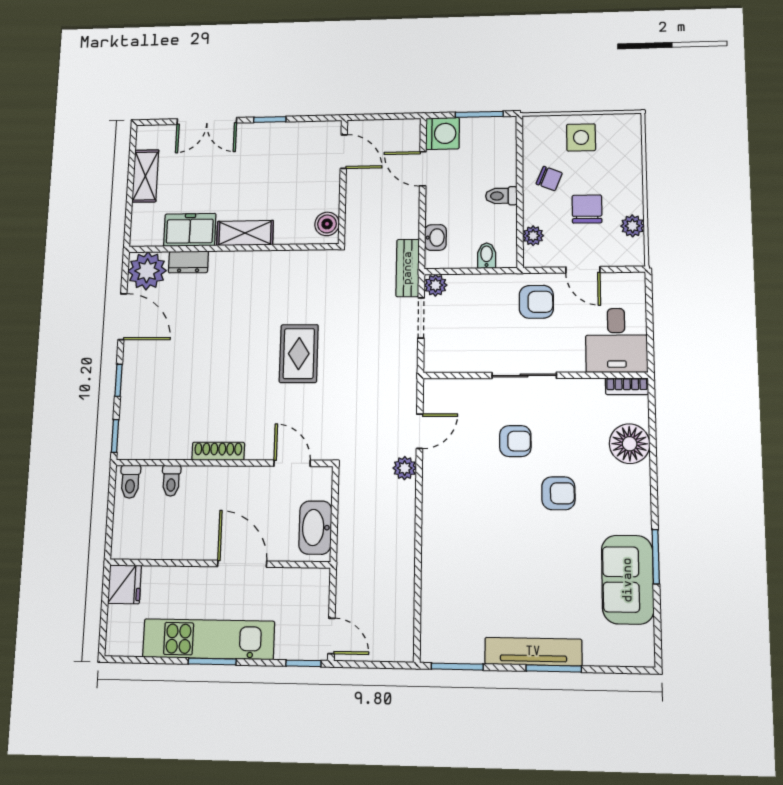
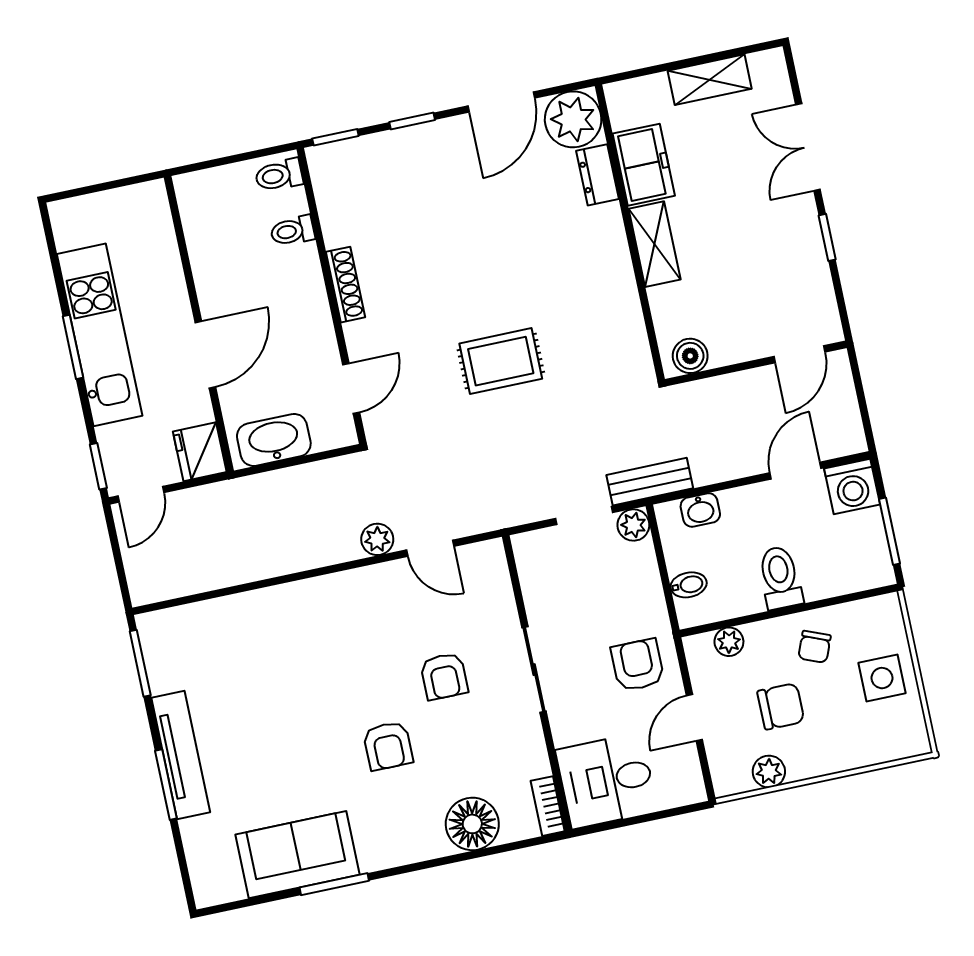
toilet: (501, 196) -> (780, 578), width x1.37, depth x1.39
armchair: (536, 302) -> (638, 665), turned 180
fridge: (125, 584) -> (200, 452), moved, turned 90

